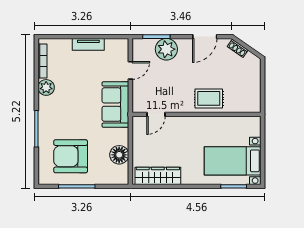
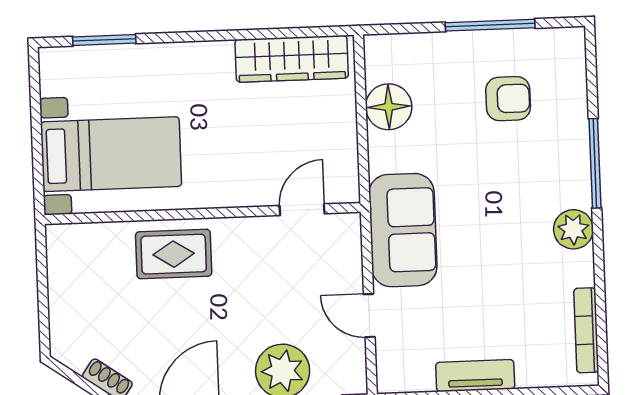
door: (130, 70) -> (369, 316), hinge flipped
plant: (46, 87) -> (573, 229), moved
armchair: (71, 156) -> (508, 99), width x0.53, depth x0.53
bed with nightstands: (233, 161) -> (111, 154), moved

